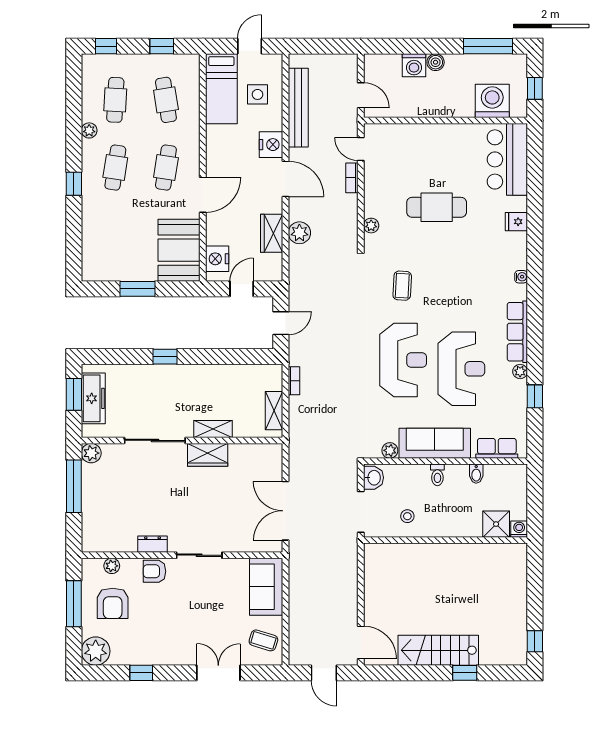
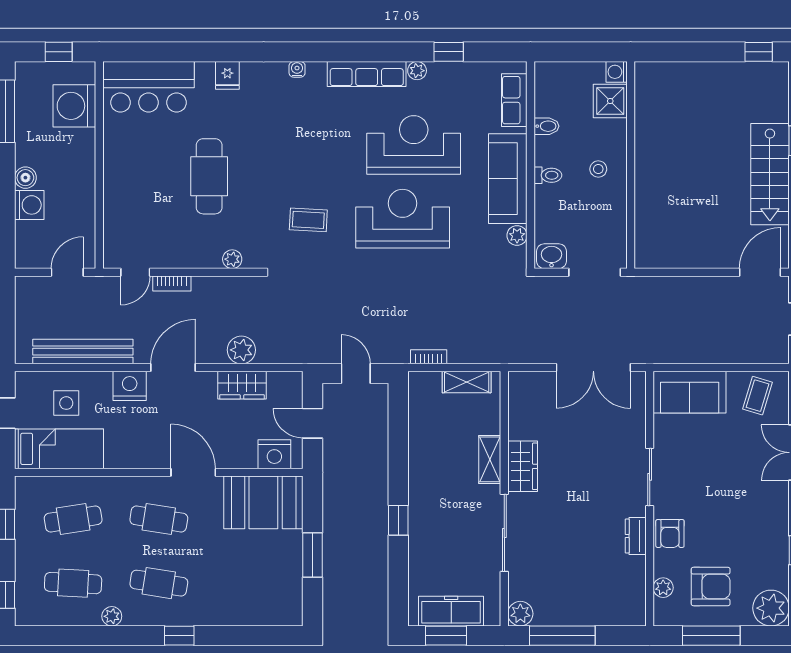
stool: (407, 516) -> (598, 169), moved

